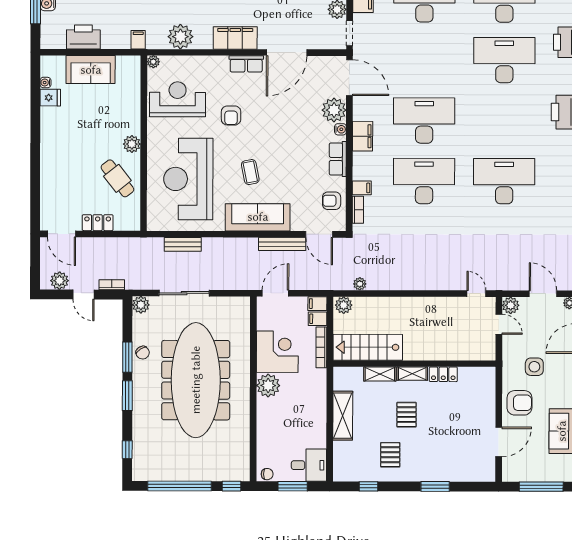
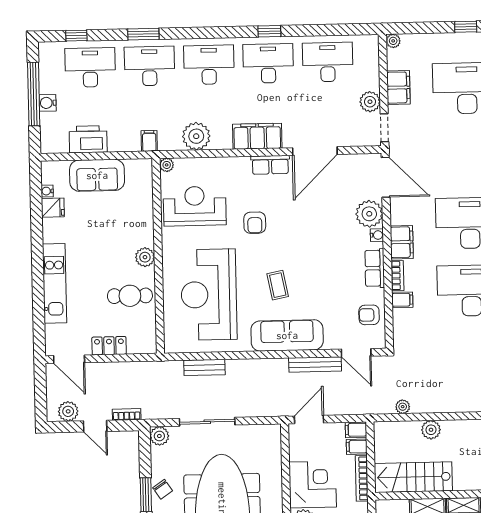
kitchen unit: (50, 166) -> (55, 283), added
cafe table: (117, 178) -> (130, 296), turned -52
bookcase: (358, 210) -> (397, 276), moved
plant: (344, 305) -> (431, 430), moved

